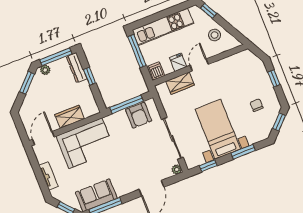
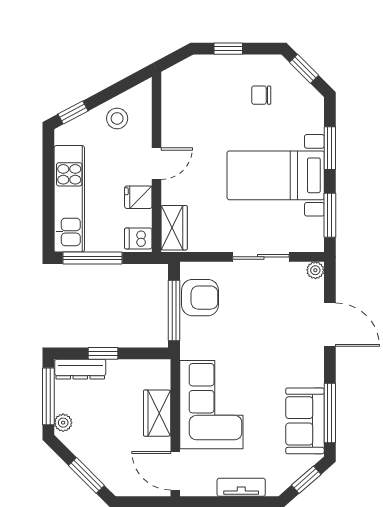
door: (199, 65) -> (157, 164), swing flipped
window: (27, 83) -> (86, 475), moved
wardrobe: (180, 83) -> (174, 228), moved
sliding door: (172, 138) -> (261, 257), width x0.73
window: (208, 166) -> (330, 215), width x1.50

